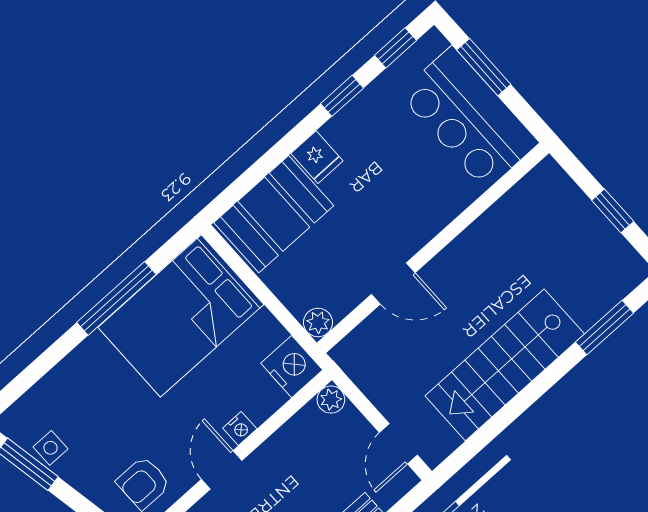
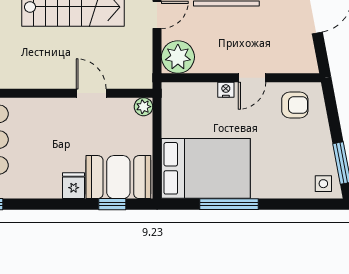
window: (342, 96) -> (112, 204), moved
nightstand: (292, 367) -> (175, 97), removed
plant: (331, 400) -> (178, 57), width x1.88, depth x1.88
side table: (51, 448) -> (323, 184), moved

